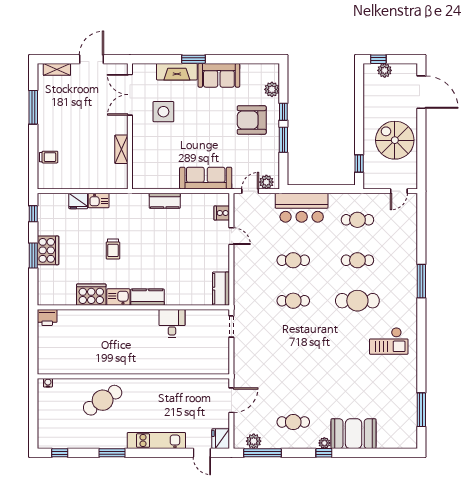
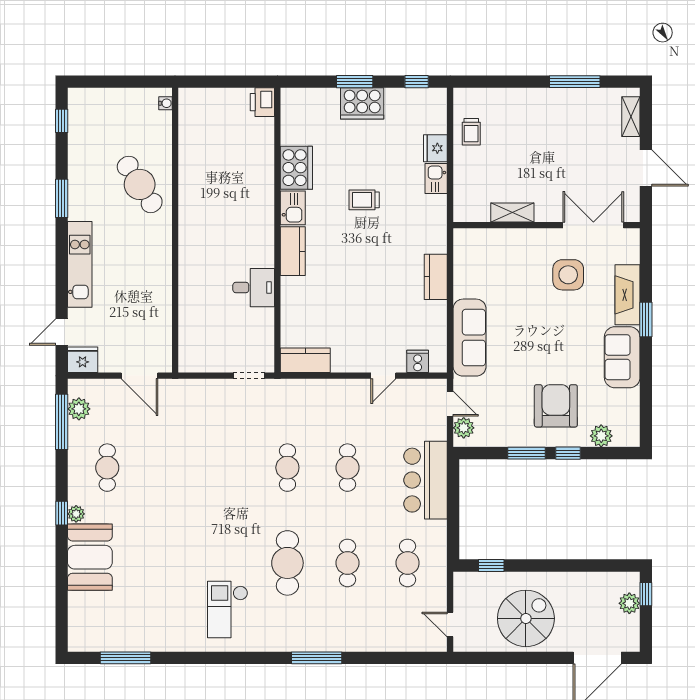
trolley: (49, 157) -> (471, 132), moved

